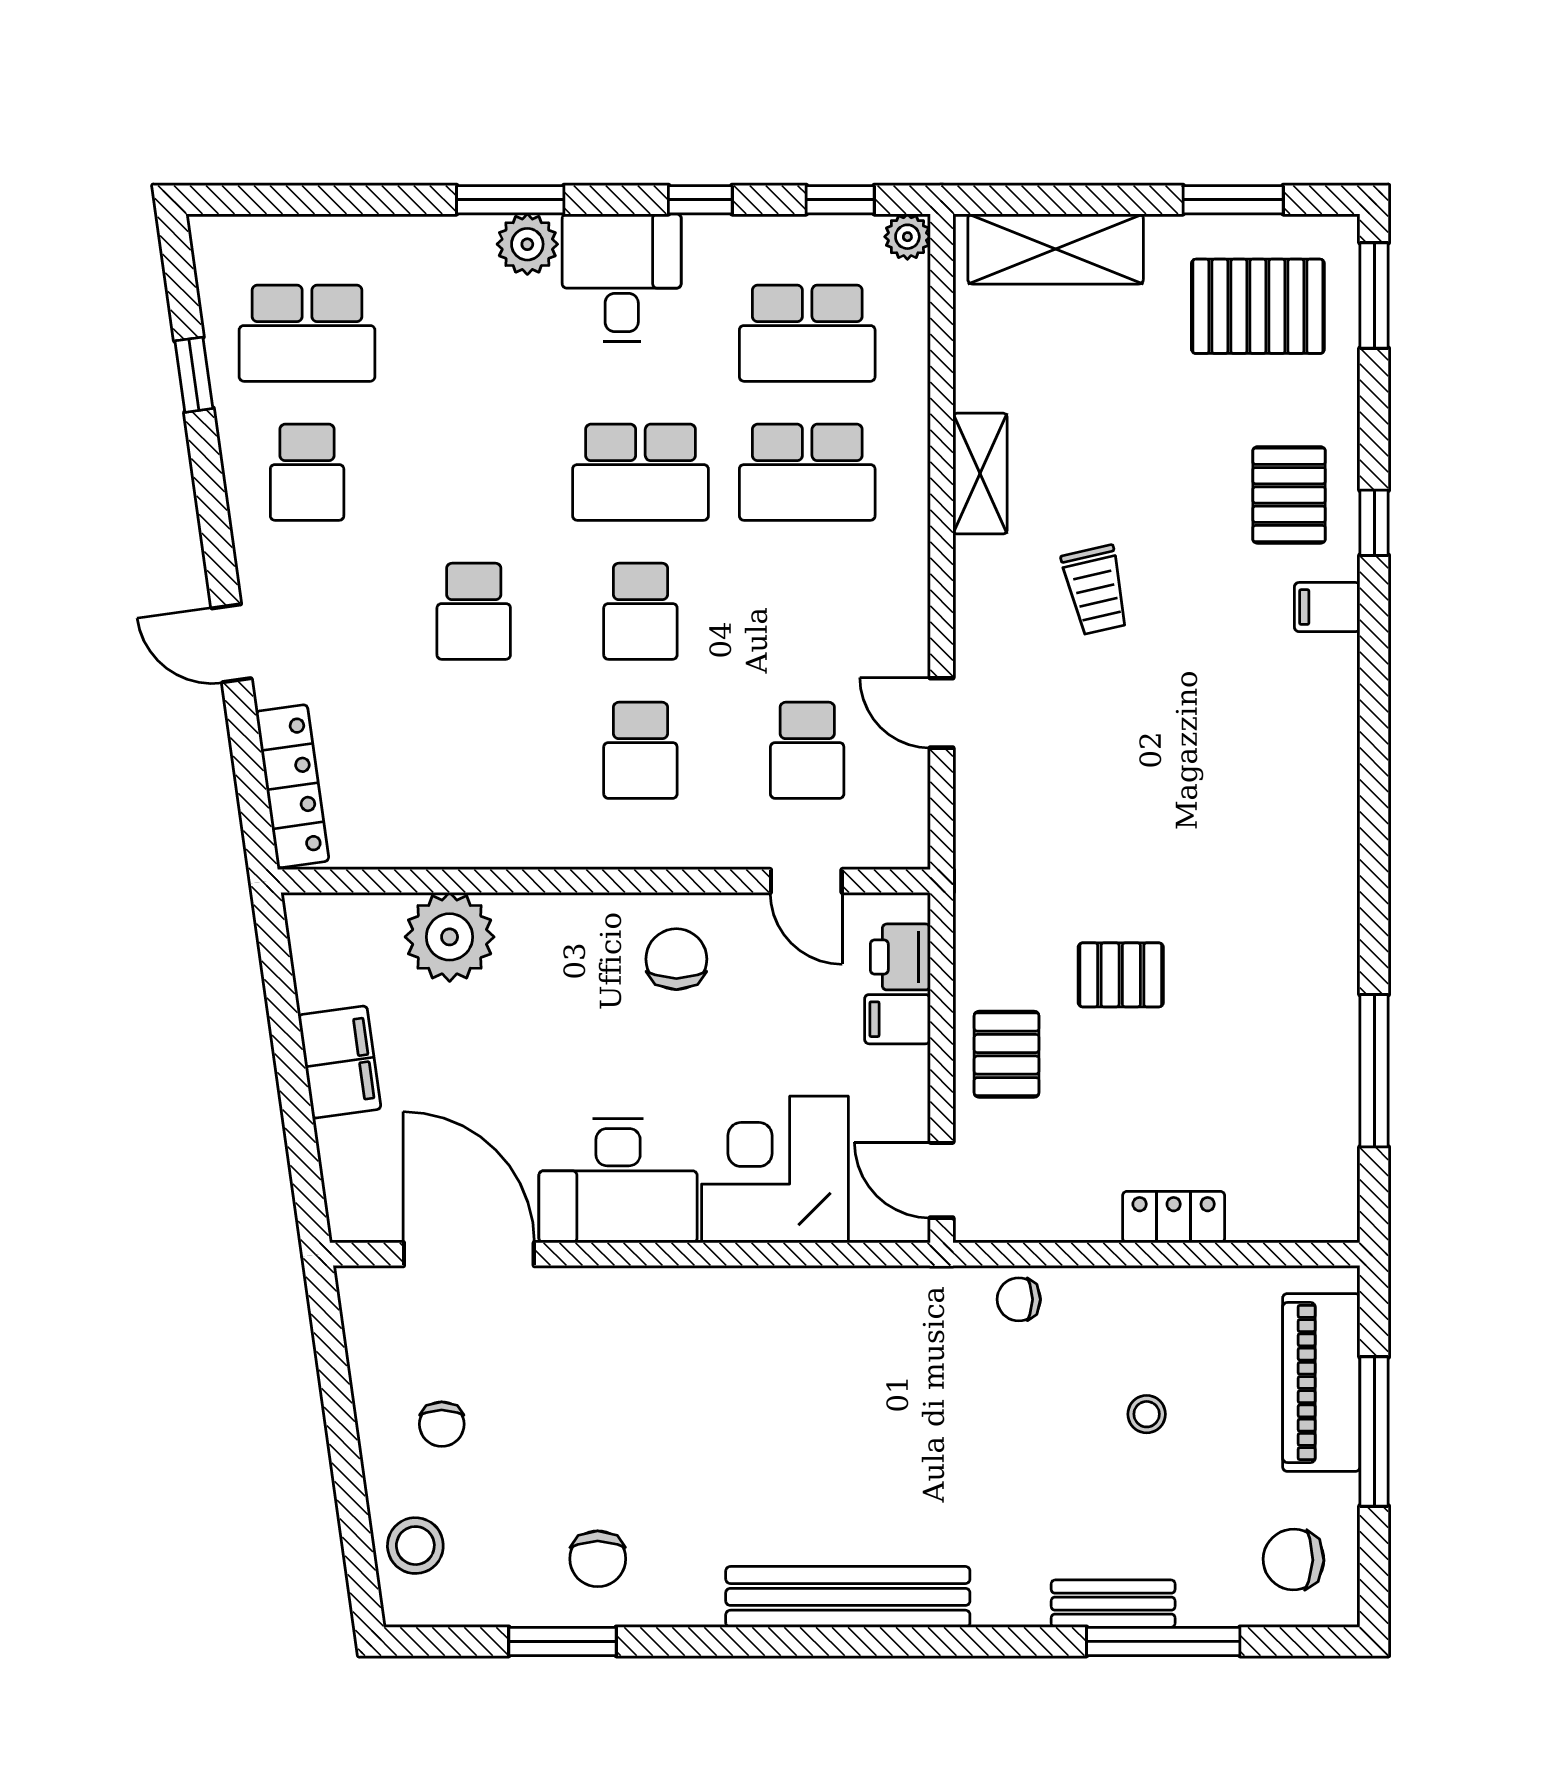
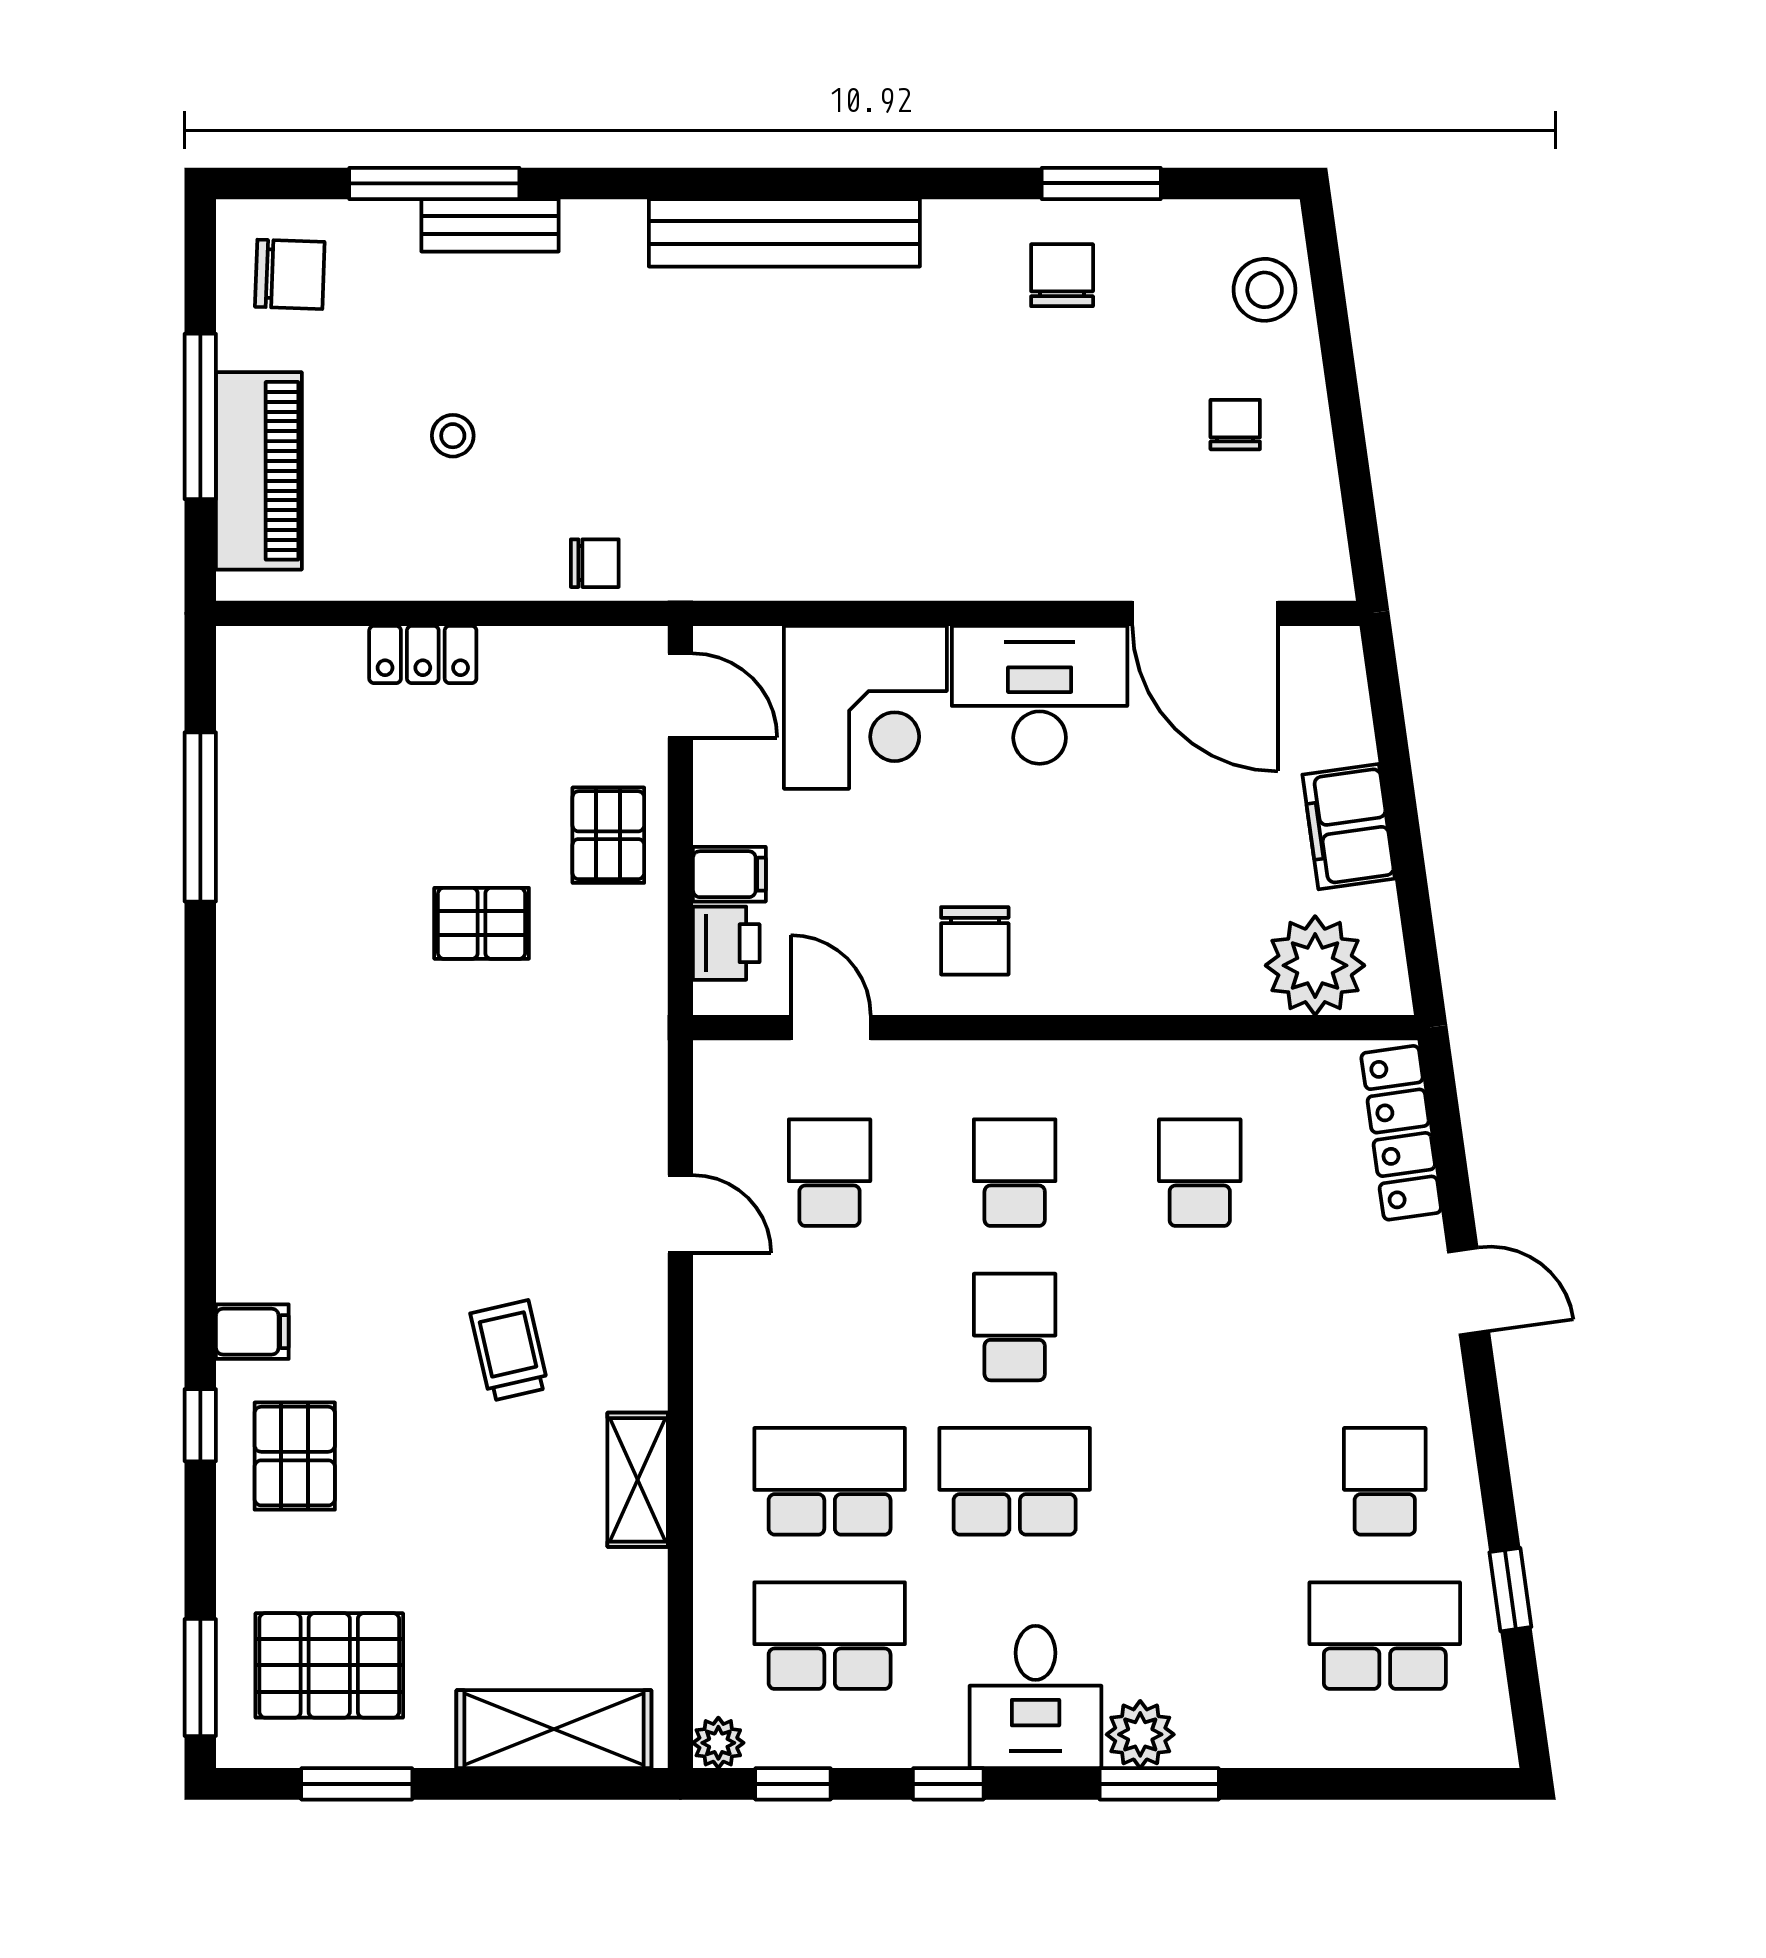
school desk: (474, 611) -> (1200, 1173), moved
plant: (450, 937) -> (1315, 965), moved

